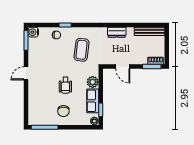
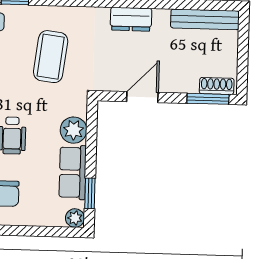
door: (123, 67) -> (142, 97), swing flipped

